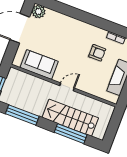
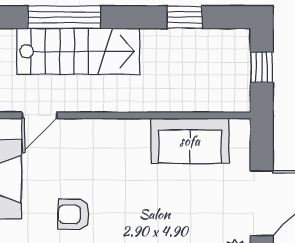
door: (67, 87) -> (39, 115), moved
window: (22, 115) -> (185, 17), width x0.46

